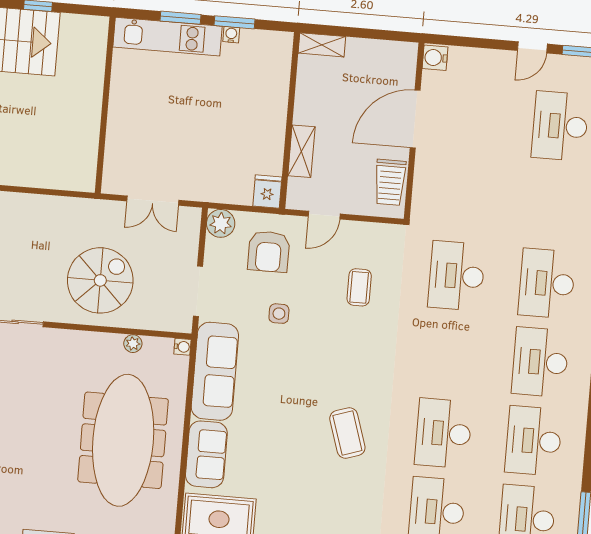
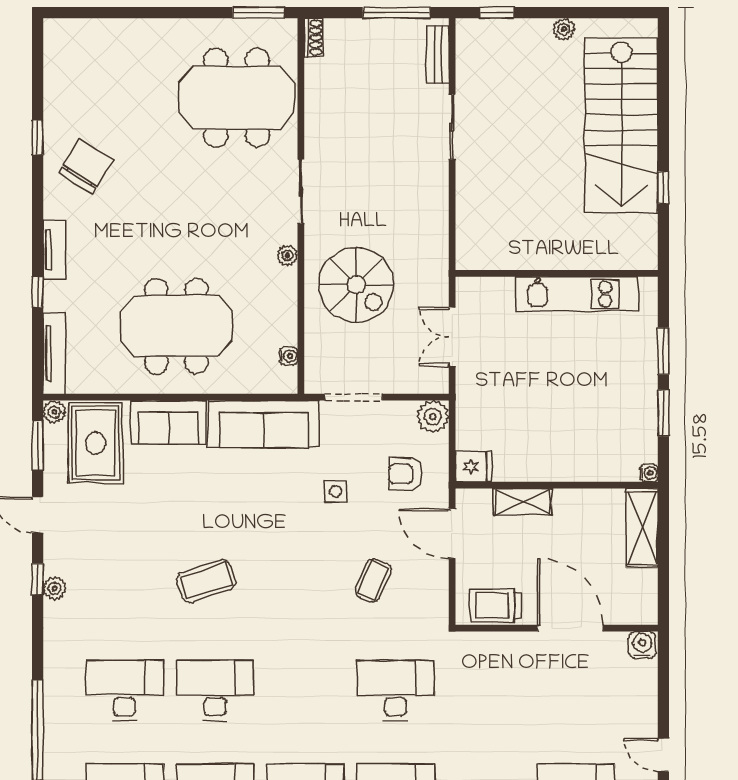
water cooler: (231, 35) -> (649, 473), moved
kitchen unit: (167, 37) -> (577, 294), moved, turned -90
shelving: (322, 45) -> (642, 528), width x1.50, depth x1.33
door: (324, 215) -> (452, 534), width x1.38
armchair: (269, 251) -> (405, 474), width x0.72, depth x0.72
coffee table: (359, 287) -> (373, 580), turned -67
plant: (133, 344) -> (287, 255), moved
water cooler: (182, 347) -> (289, 356), moved, turned -90
meeting table: (123, 440) -> (176, 326), width x0.73

